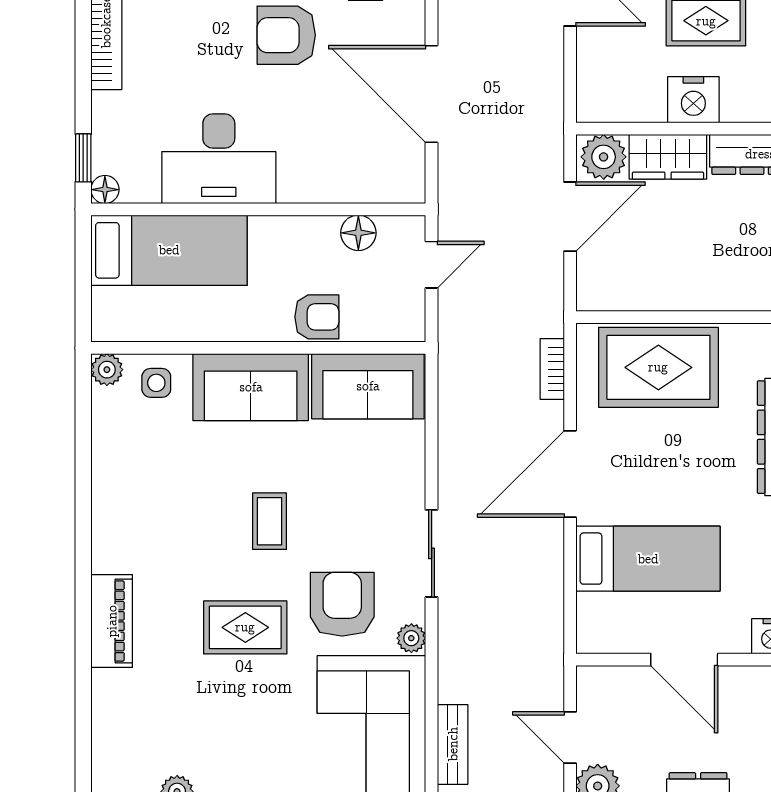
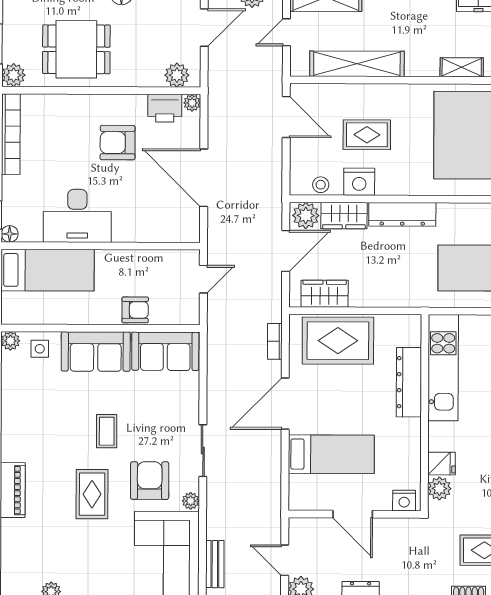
stool: (629, 105) -> (321, 185), added
floor lamp: (358, 233) -> (160, 260), removed
wardrobe: (636, 288) -> (325, 294), added
rug: (245, 627) -> (92, 494), turned 90

